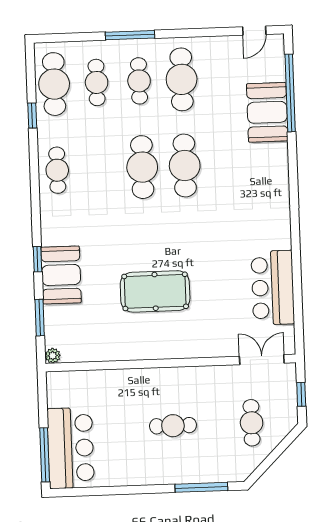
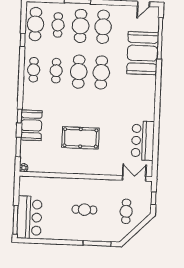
cafe table: (139, 81) -> (81, 26), width x1.37, depth x1.35
booth: (267, 112) -> (142, 53), width x1.36, depth x1.42
cafe table: (100, 169) -> (56, 71), added

